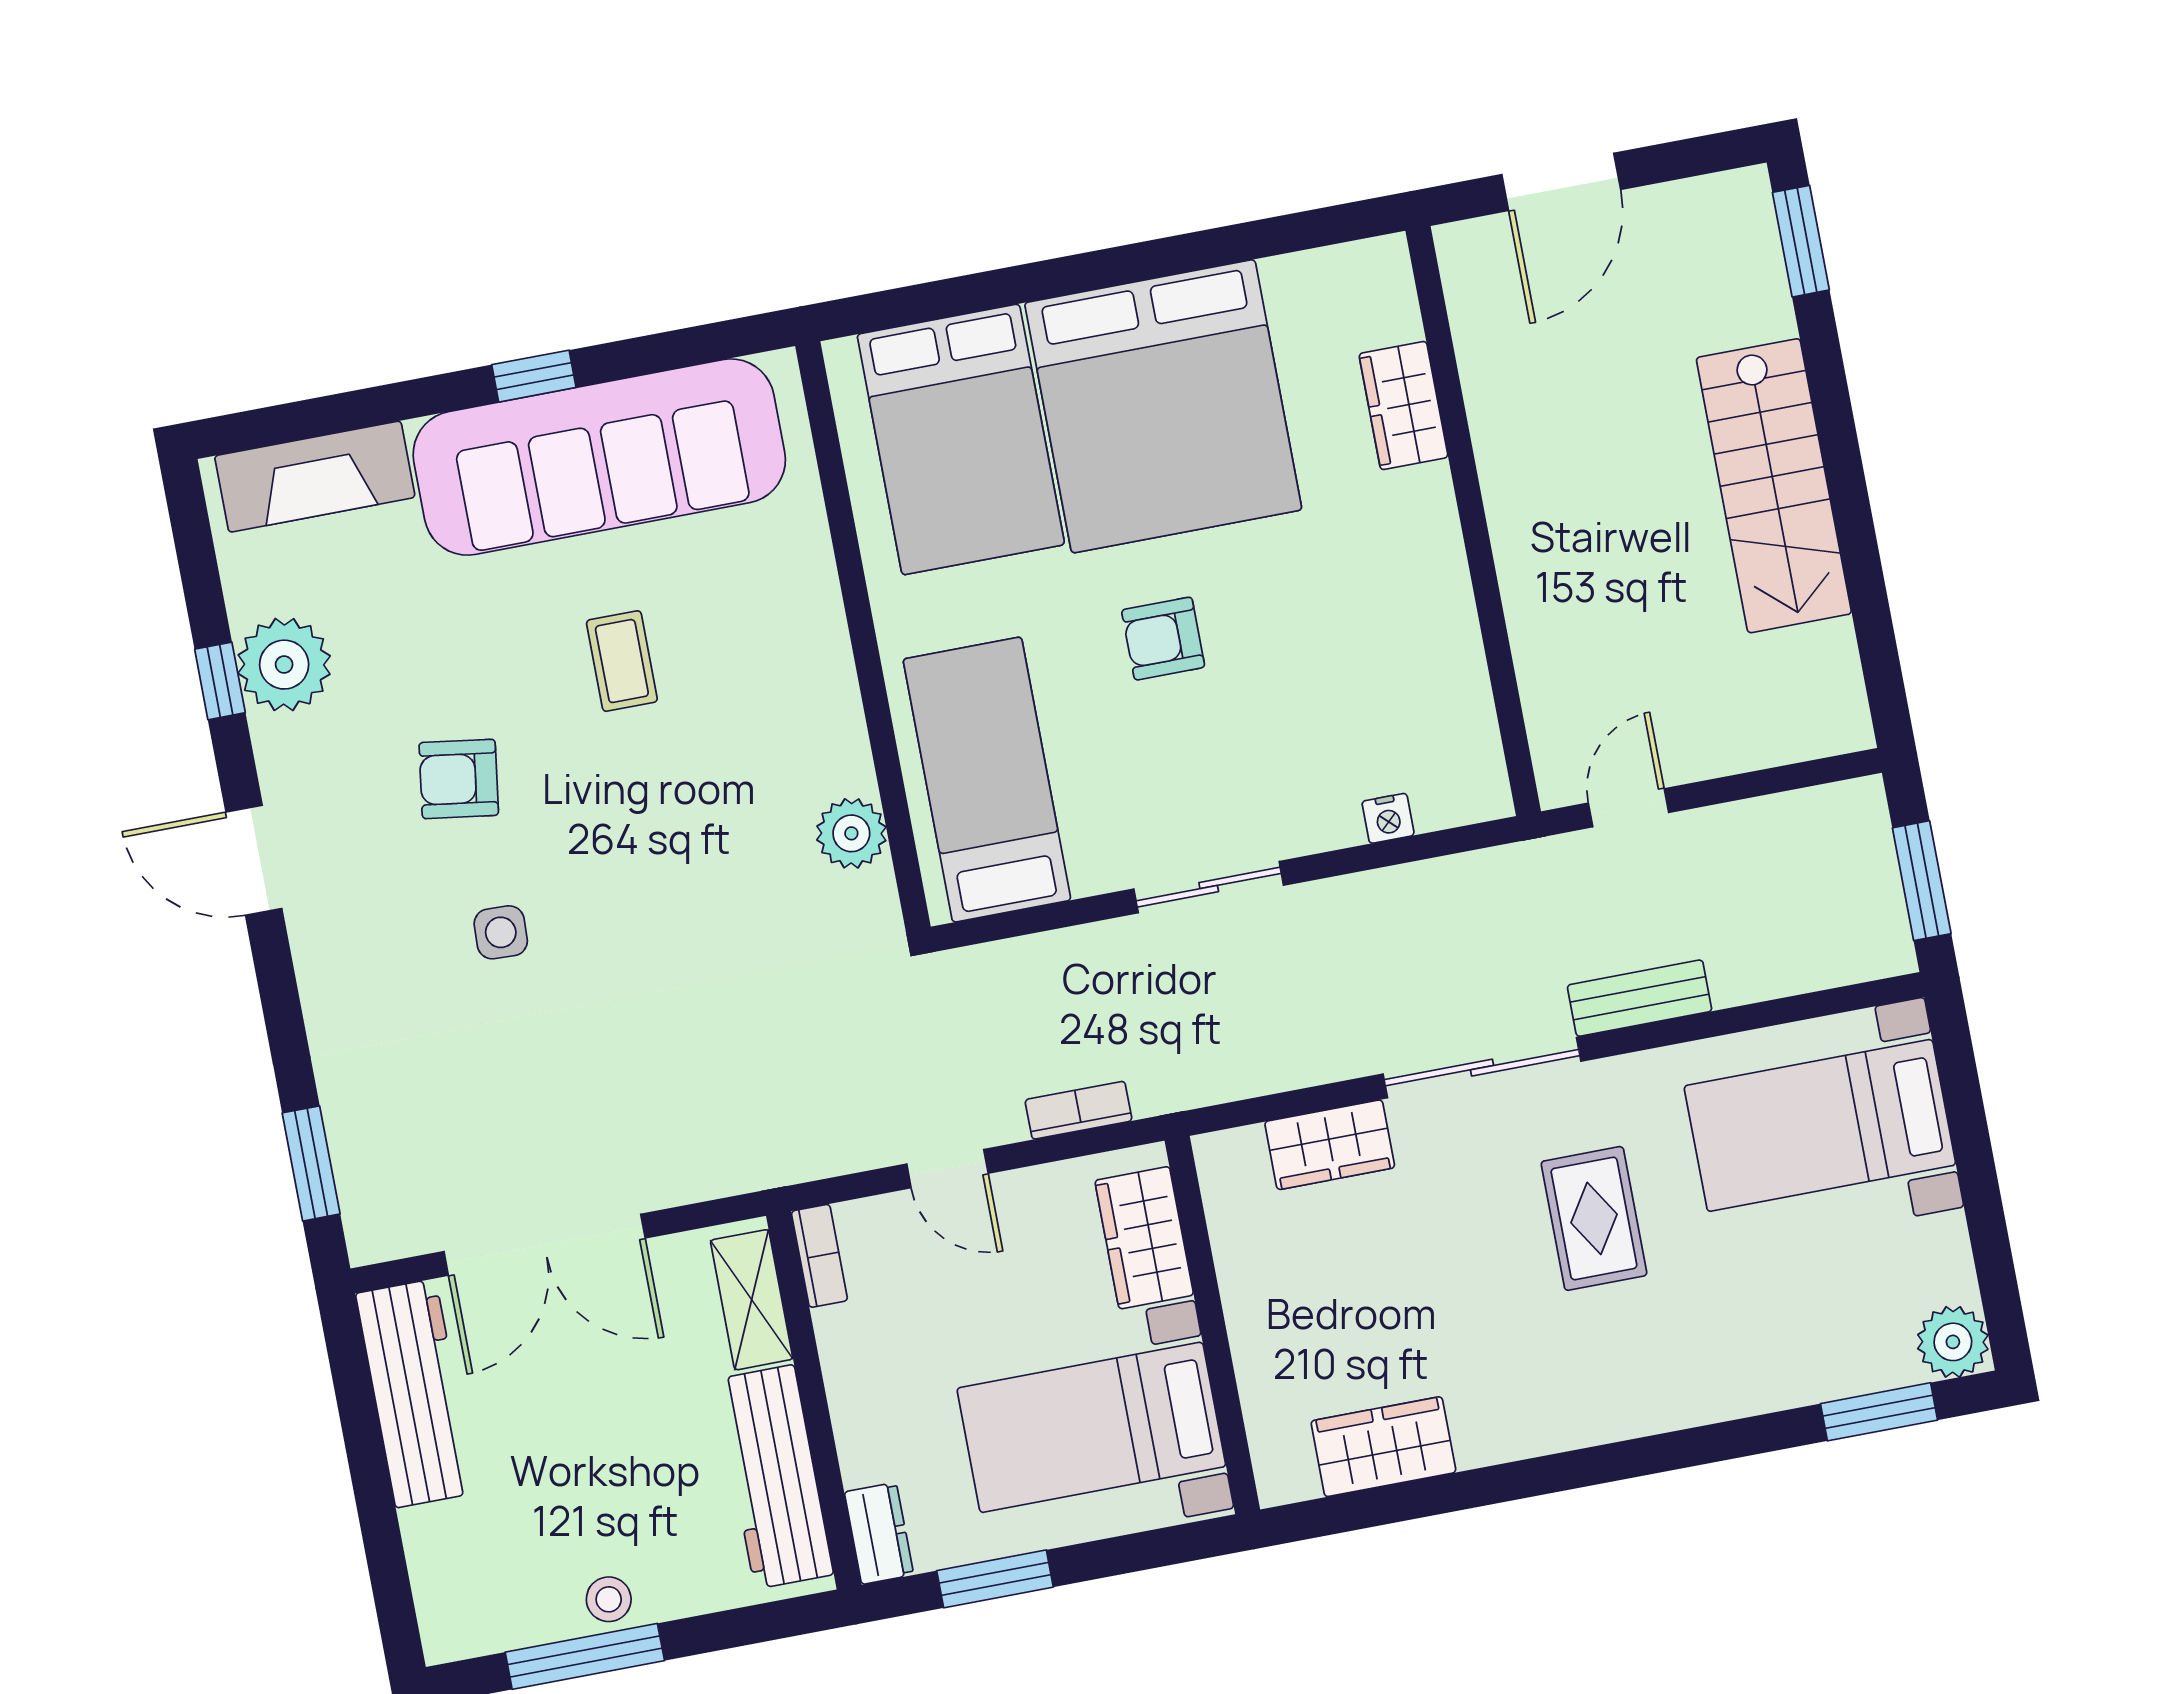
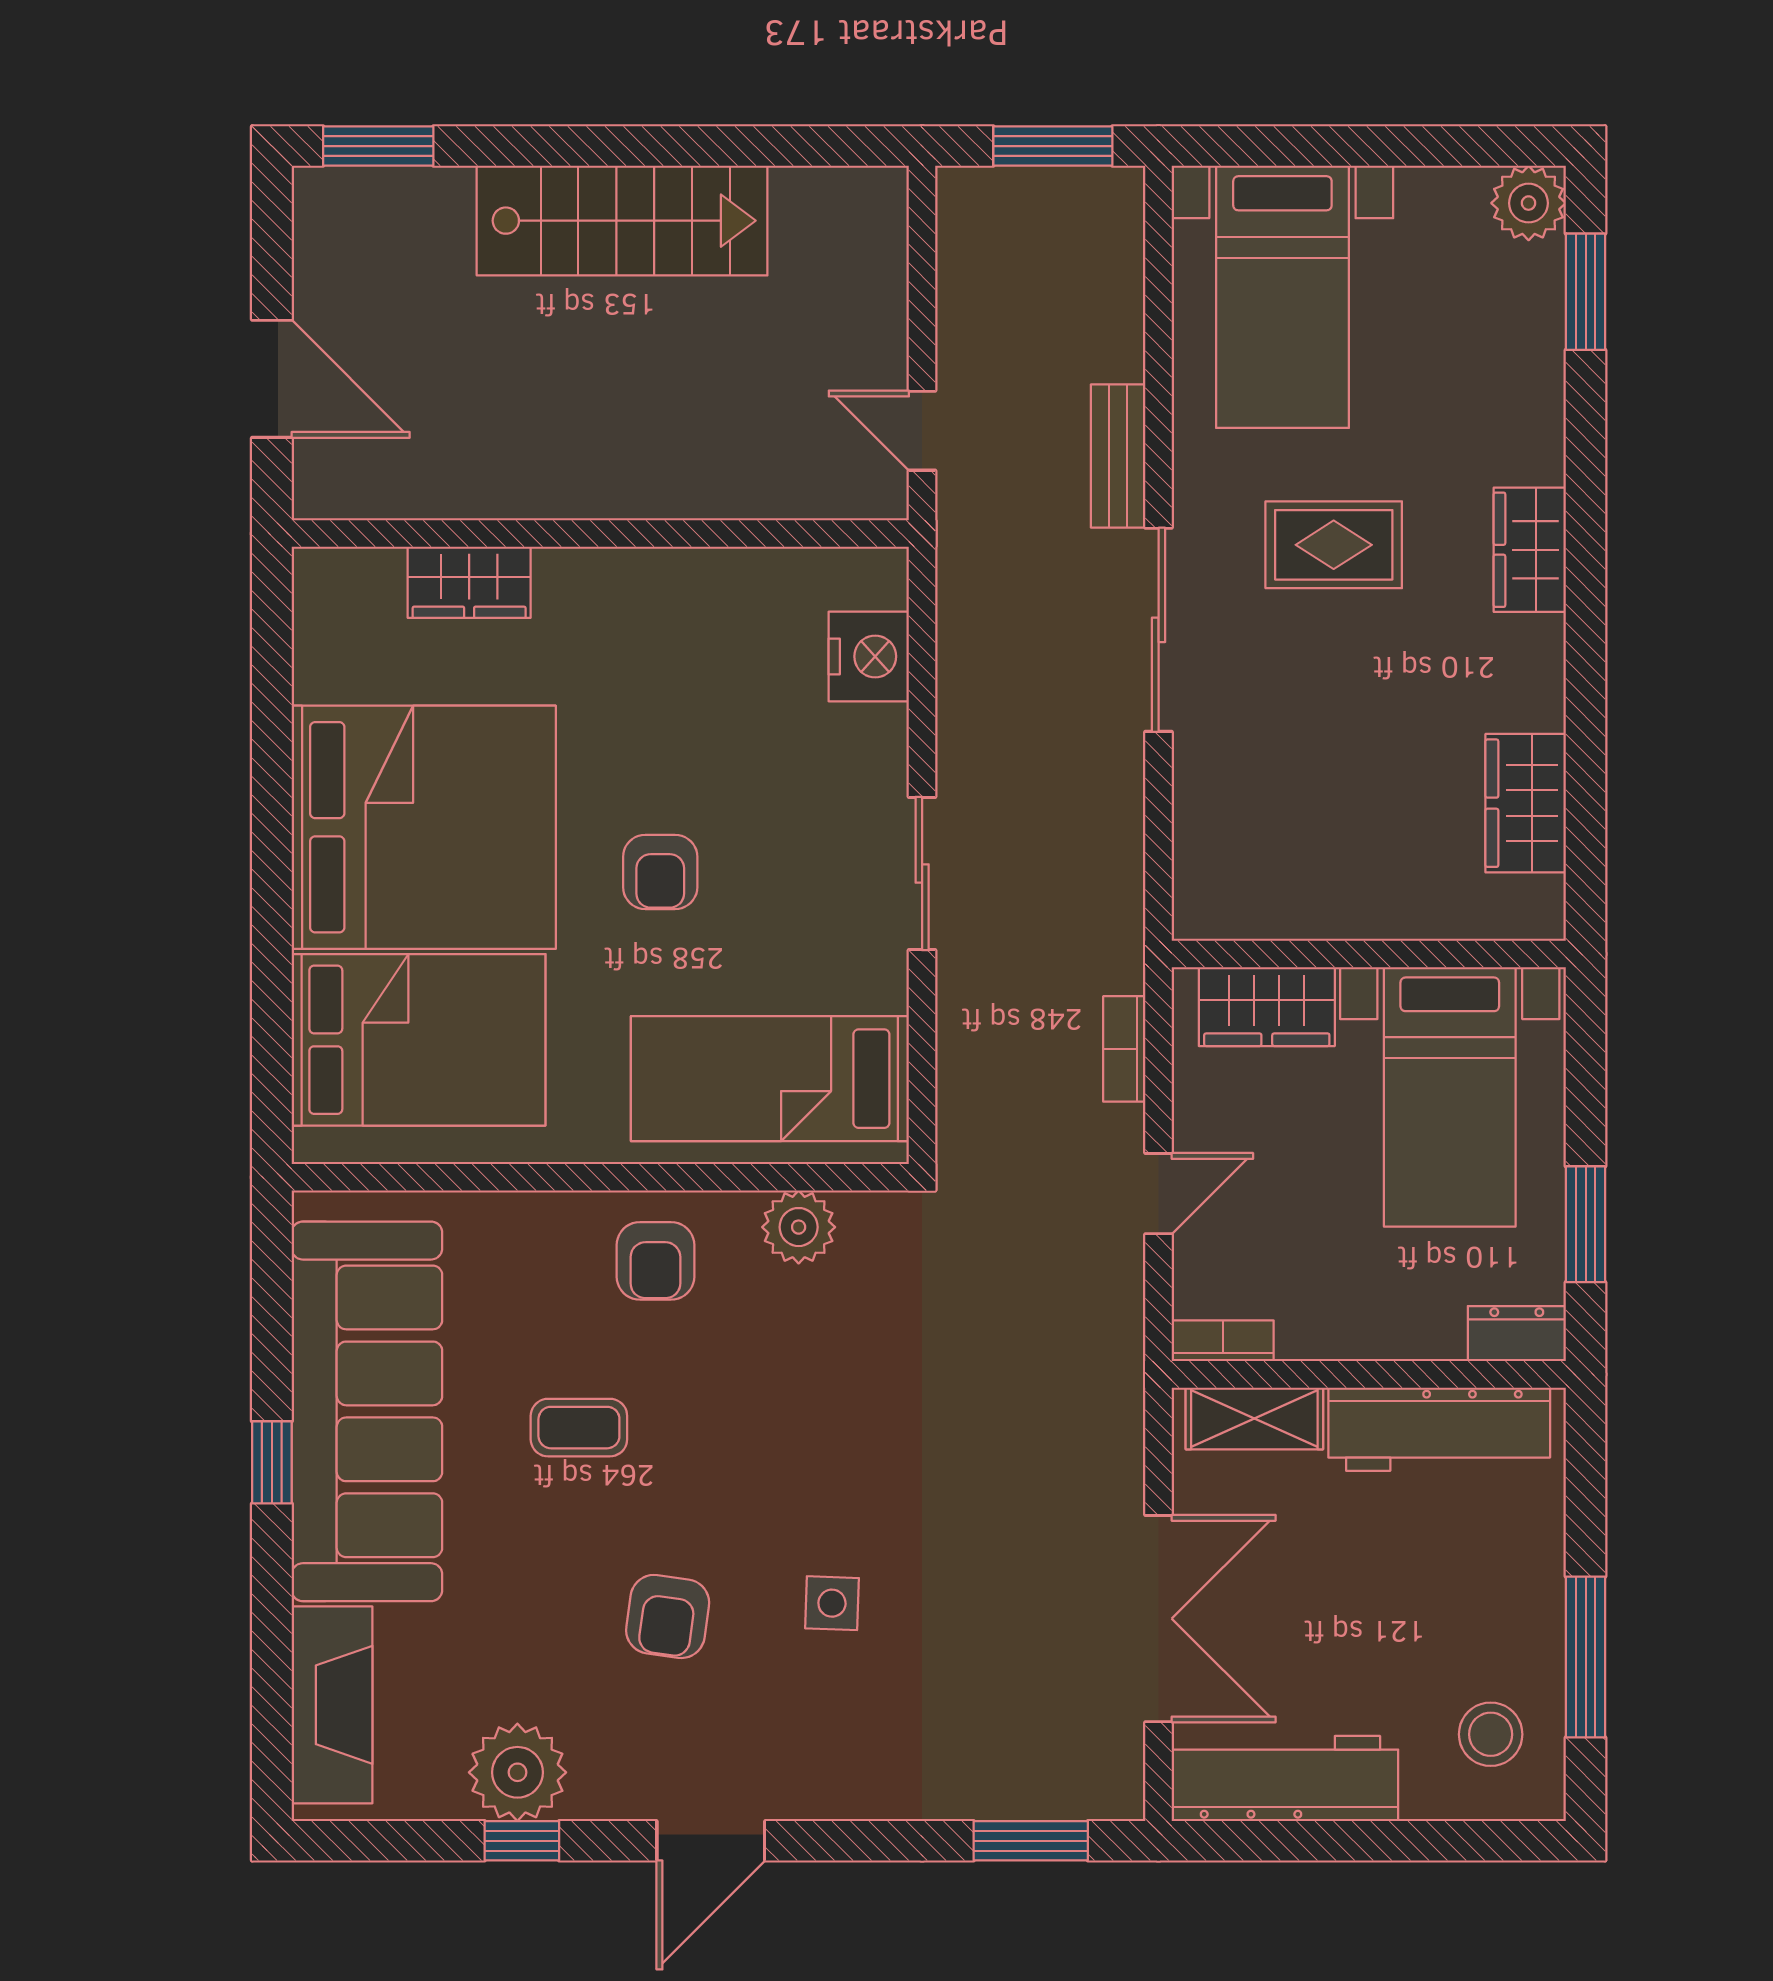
armchair: (794, 704) -> (655, 1261), added
nightstand: (1388, 818) -> (869, 656), width x1.89, depth x1.79
wardrobe: (1330, 1145) -> (1530, 550), moved, turned 180
stool: (609, 1599) -> (1491, 1734), moved, width x1.37, depth x1.37

